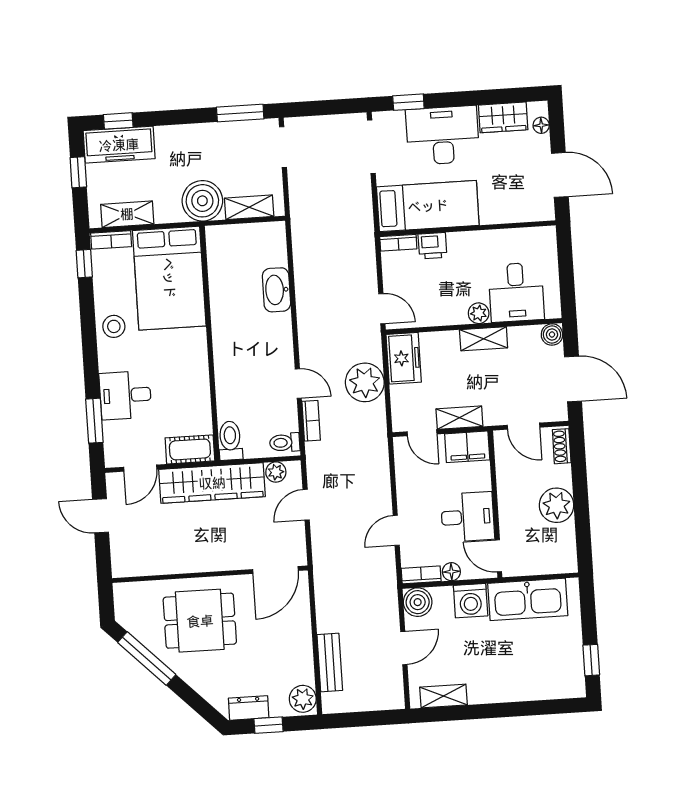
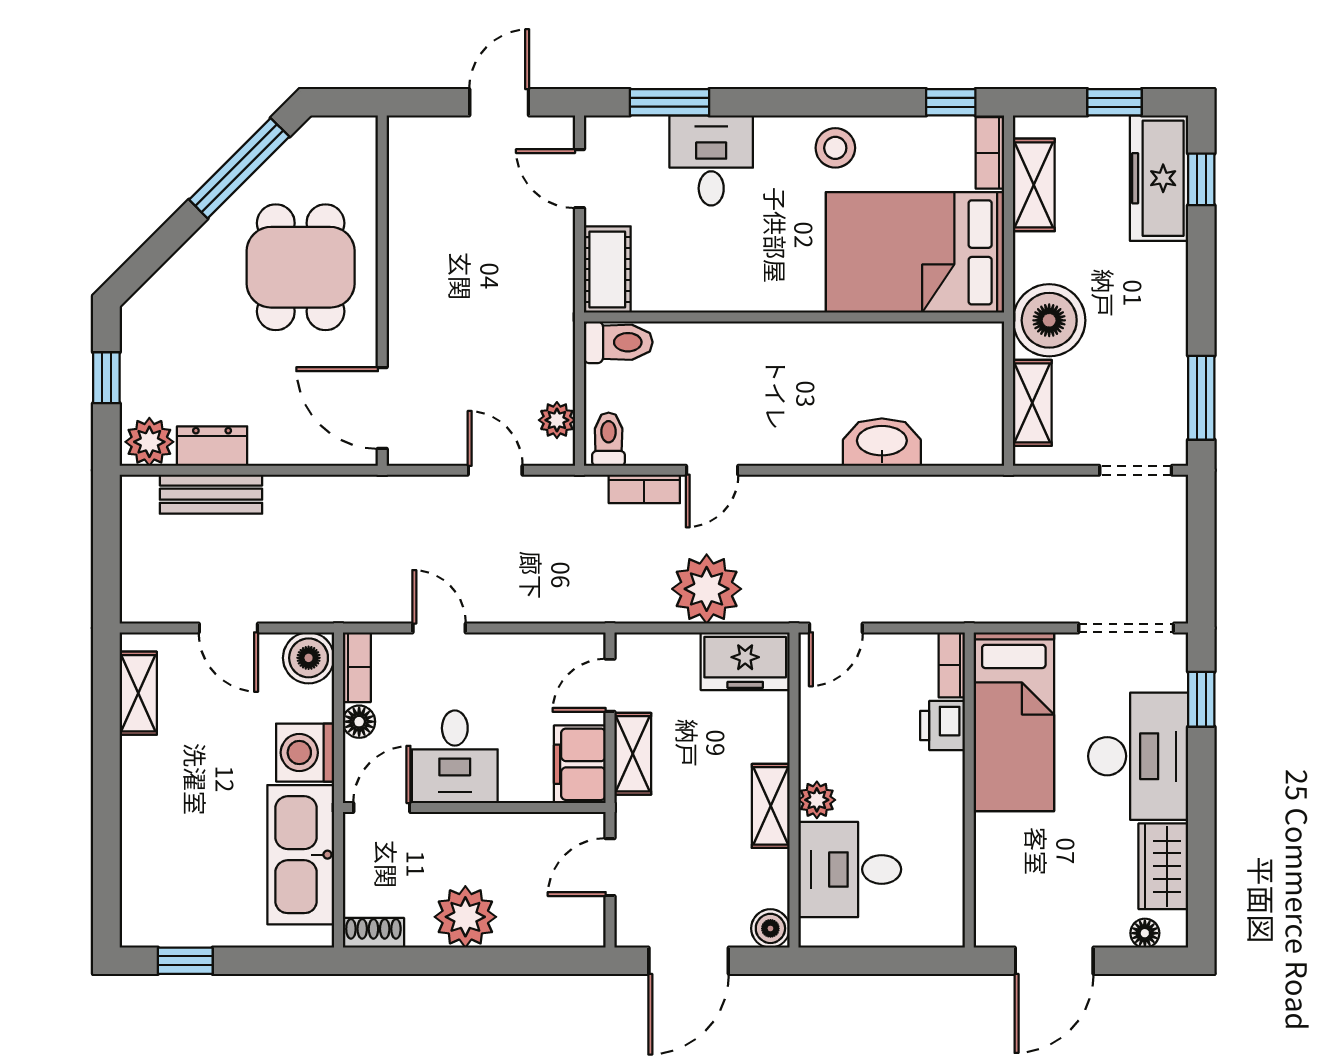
shoe rack: (562, 446) -> (373, 933), moved
wardrobe: (212, 483) -> (545, 305), removed
dresser: (249, 708) -> (212, 446), moved, turned -90

